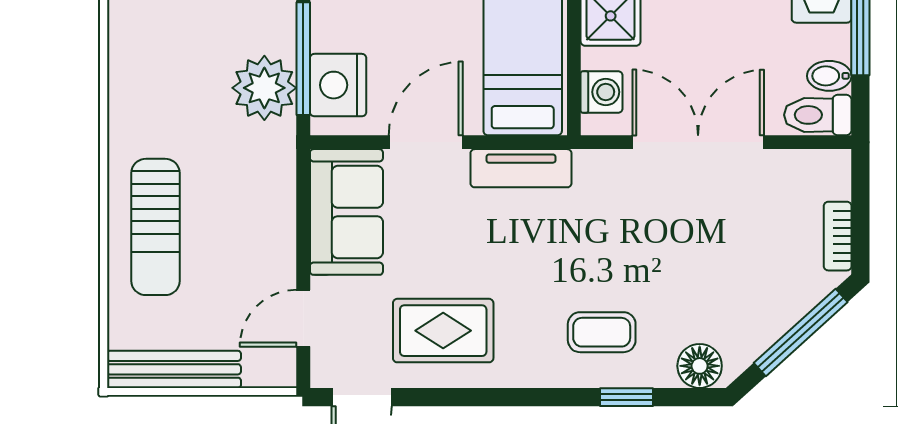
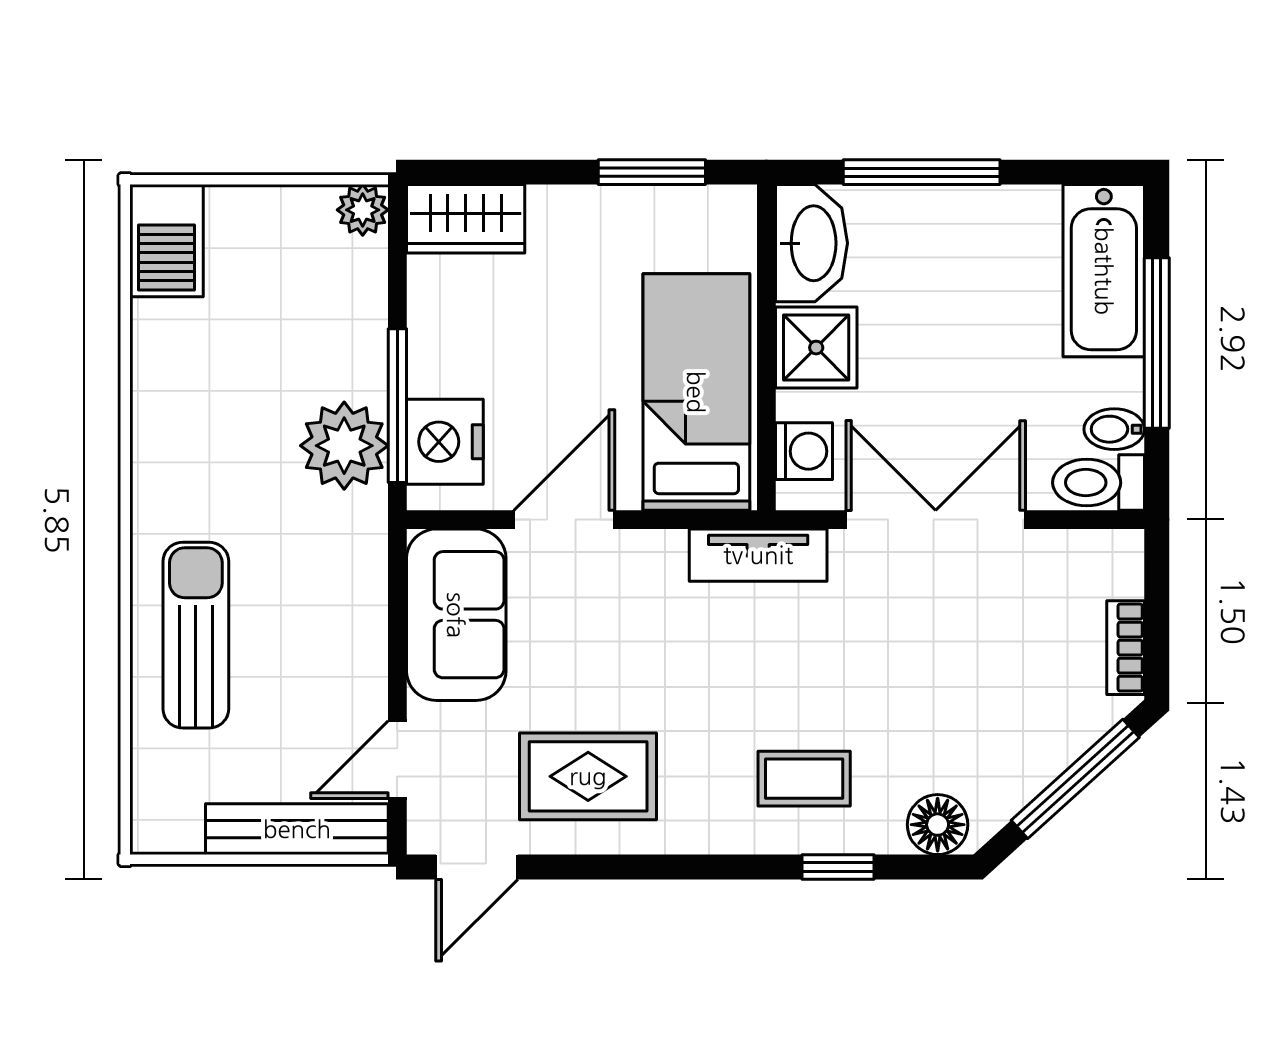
tv unit: (521, 168) -> (758, 555), moved
sun lounger: (155, 227) -> (196, 635), turned 180
bench: (174, 369) -> (297, 829), moved

